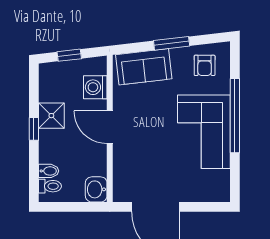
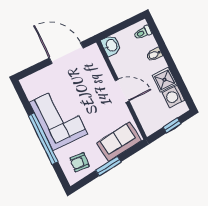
armchair: (205, 65) -> (79, 162), turned -85
washing machine: (95, 87) -> (173, 96), moved, turned 180
window: (34, 129) -> (172, 65), removed
bidet: (49, 171) -> (154, 55), moved

